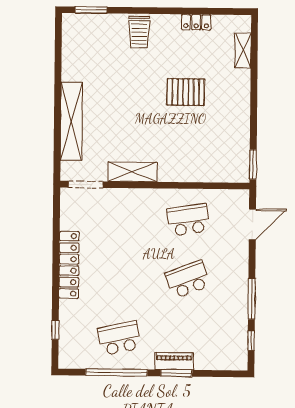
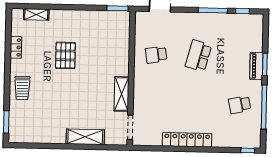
trolley: (139, 32) -> (22, 88), turned 90
shelving: (71, 121) -> (85, 137), width x0.68
school desk: (188, 220) -> (156, 55), width x0.54
school desk: (188, 279) -> (198, 56), turned 36
window: (55, 330) -> (248, 150), moved
school desk: (119, 338) -> (240, 105), width x0.54

